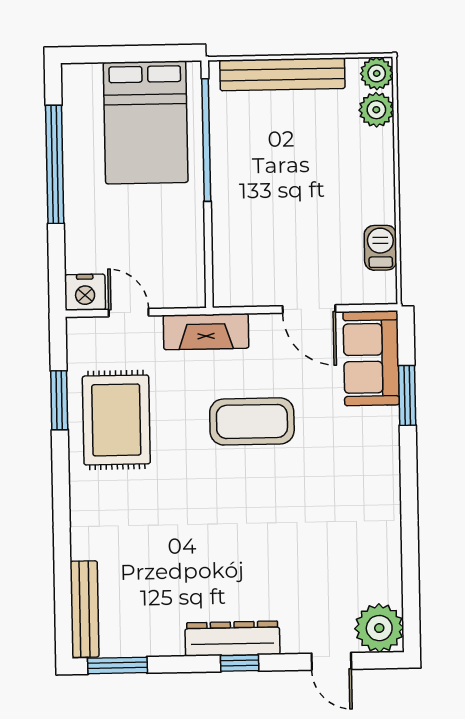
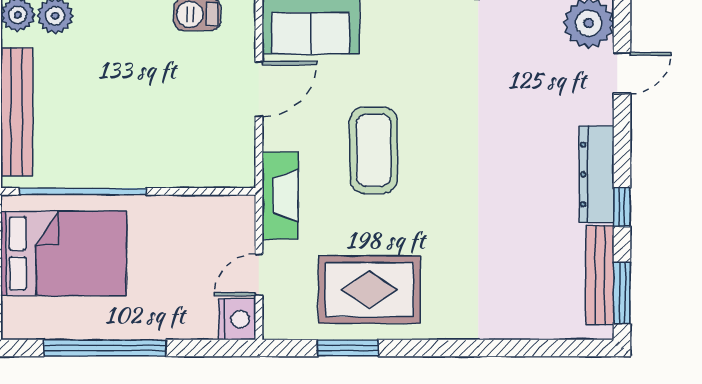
bench: (85, 609) -> (600, 275), moved, turned 90
window: (240, 663) -> (622, 207), moved

